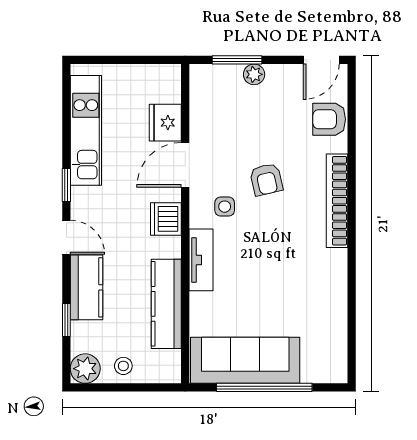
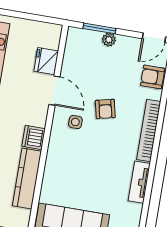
door: (185, 165) -> (54, 91), swing flipped
dishwasher: (166, 219) -> (34, 138), moved
tv unit: (201, 260) -> (139, 182), moved, turned 180

